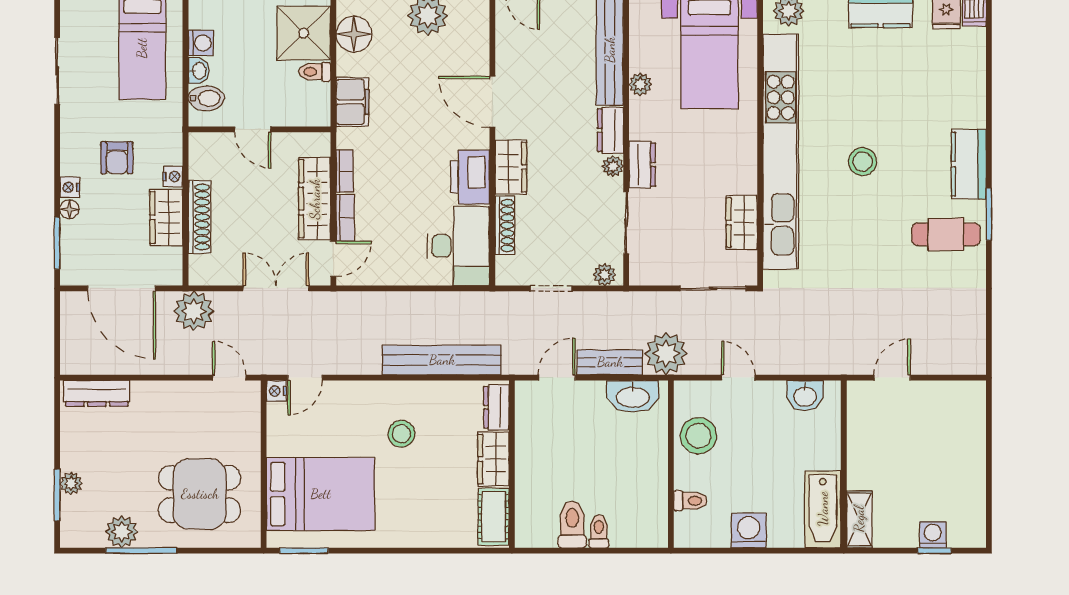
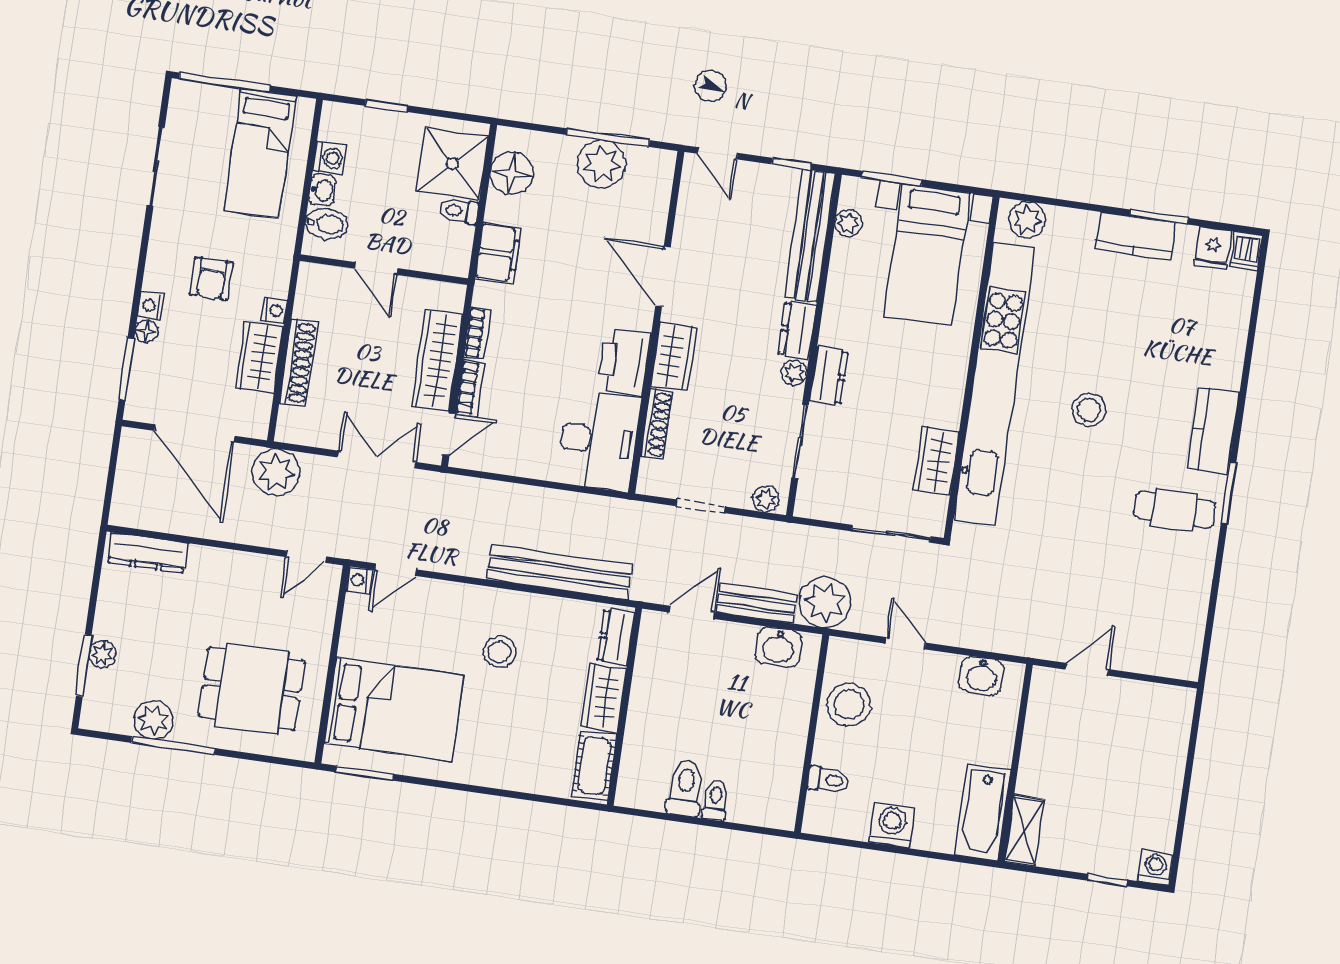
plant: (640, 84) -> (849, 223), moved
door: (229, 378) -> (306, 557), swing flipped
washbasin: (633, 396) -> (778, 647), width x0.72
washing machine: (933, 535) -> (1155, 868), moved

